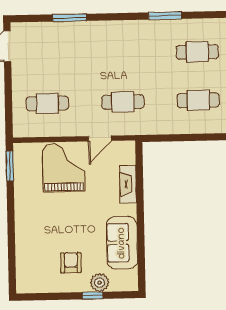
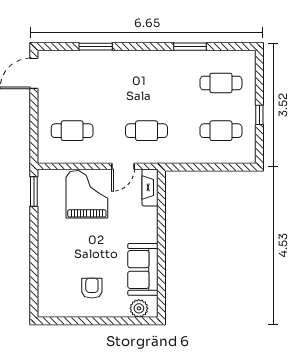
fireplace: (128, 184) -> (150, 187), moved
plant: (100, 283) -> (139, 308), moved
window: (93, 296) -> (113, 321), removed

